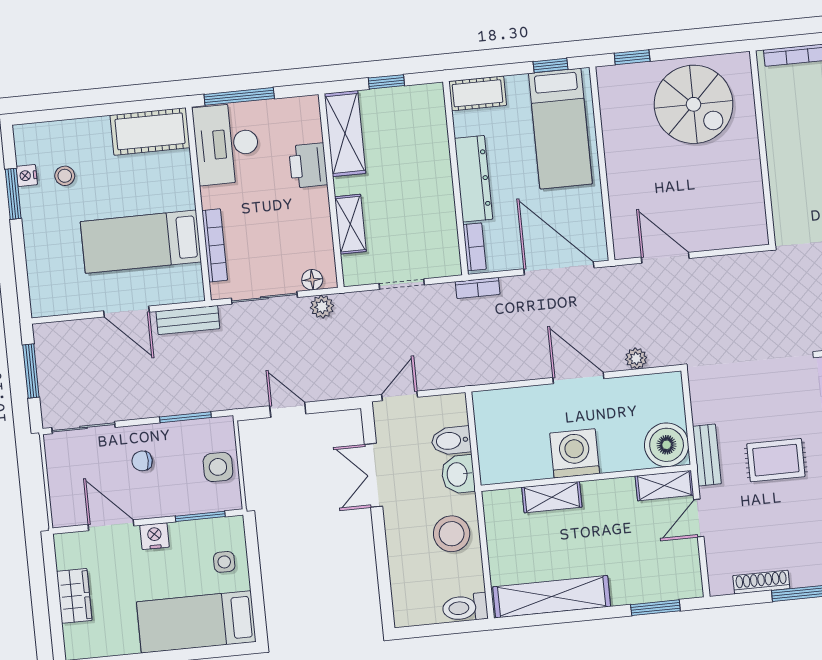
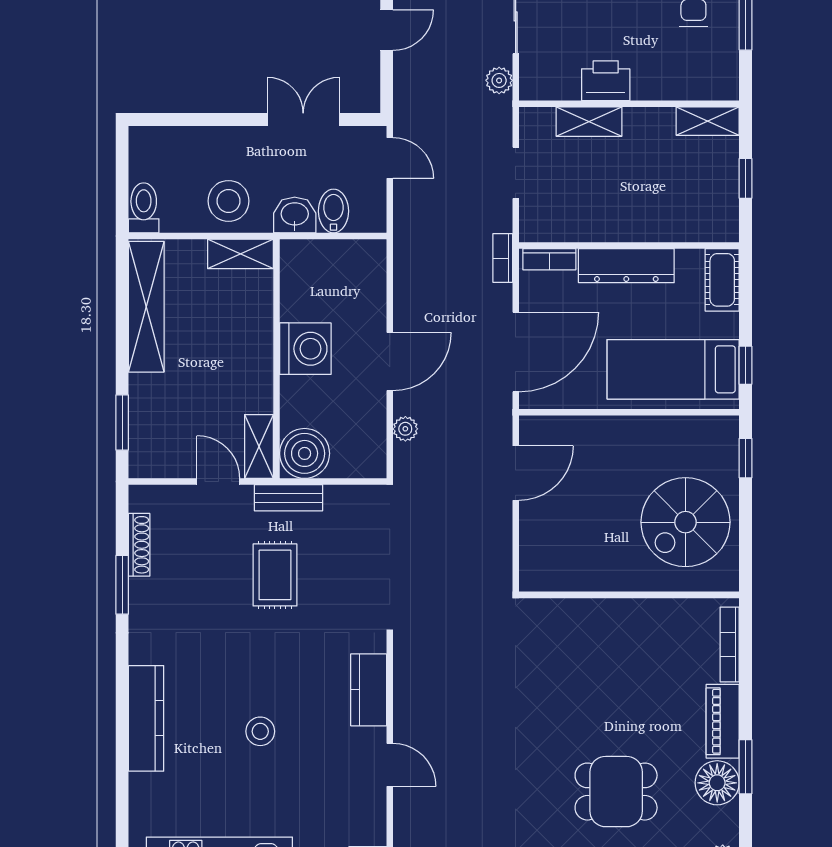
shelving: (345, 133) -> (708, 121), width x0.67, depth x0.75
printer: (308, 165) -> (606, 81), moved
floor lamp: (312, 280) -> (531, 72), removed
shelving: (552, 497) -> (240, 254), moved, turned 90

